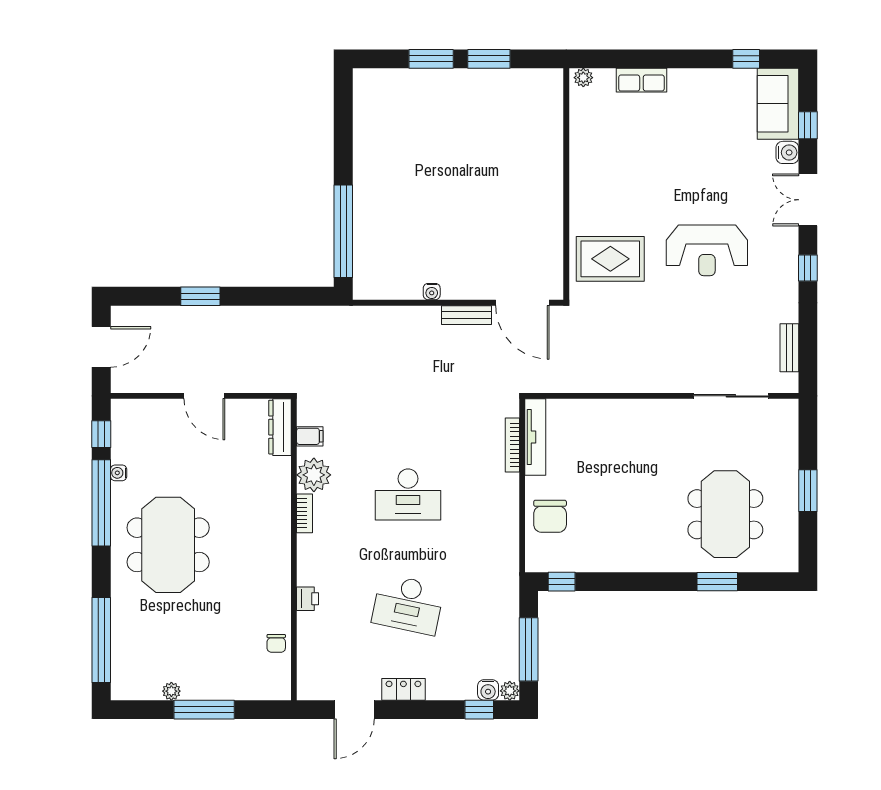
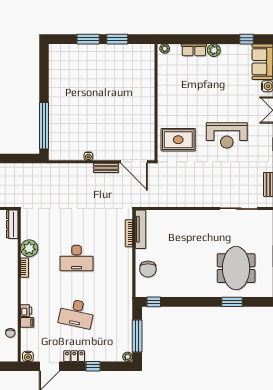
plant: (681, 81) -> (214, 50), added
filing cabinet: (310, 436) -> (27, 322), moved
water cooler: (488, 690) -> (28, 356), moved
window: (479, 710) -> (93, 366), moved

